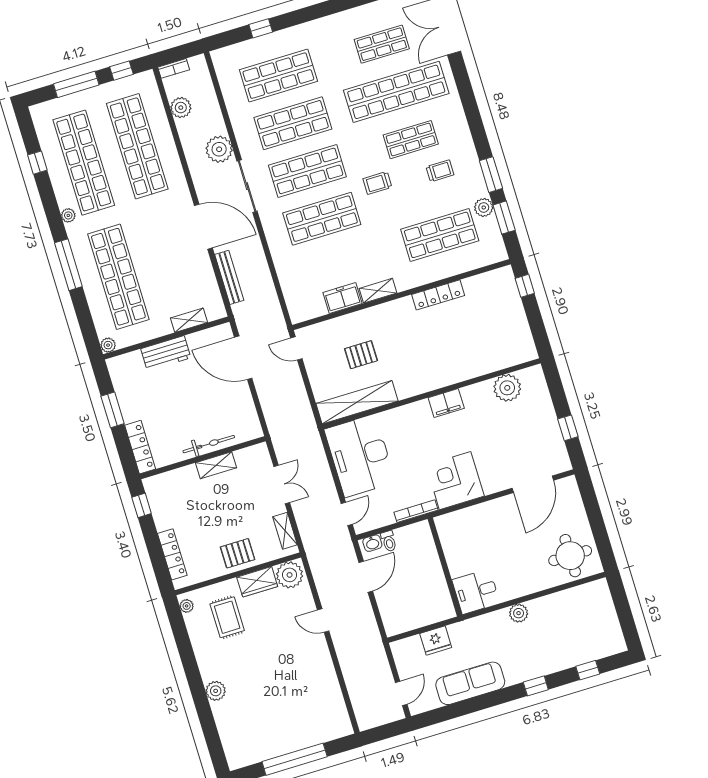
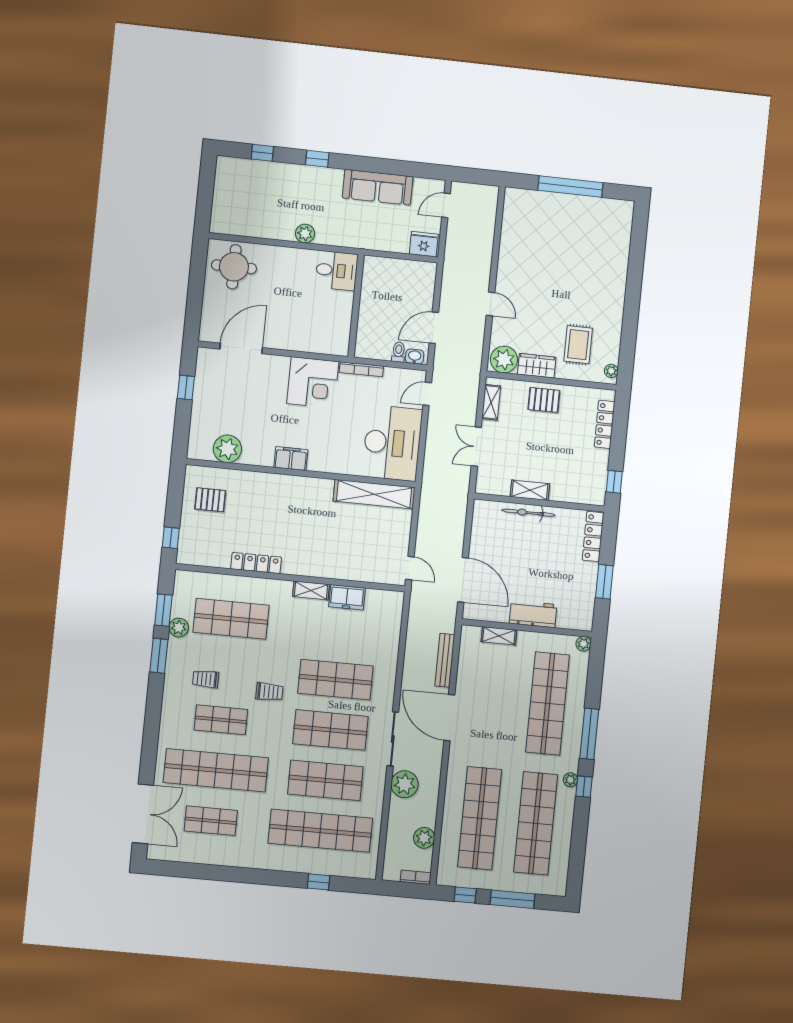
shop shelf: (278, 76) -> (320, 831), width x1.40
window: (37, 163) -> (584, 787), moved
pallet: (361, 355) -> (210, 500), moved
fridge: (436, 640) -> (424, 244), moved
plant: (216, 691) -> (617, 281), removed

